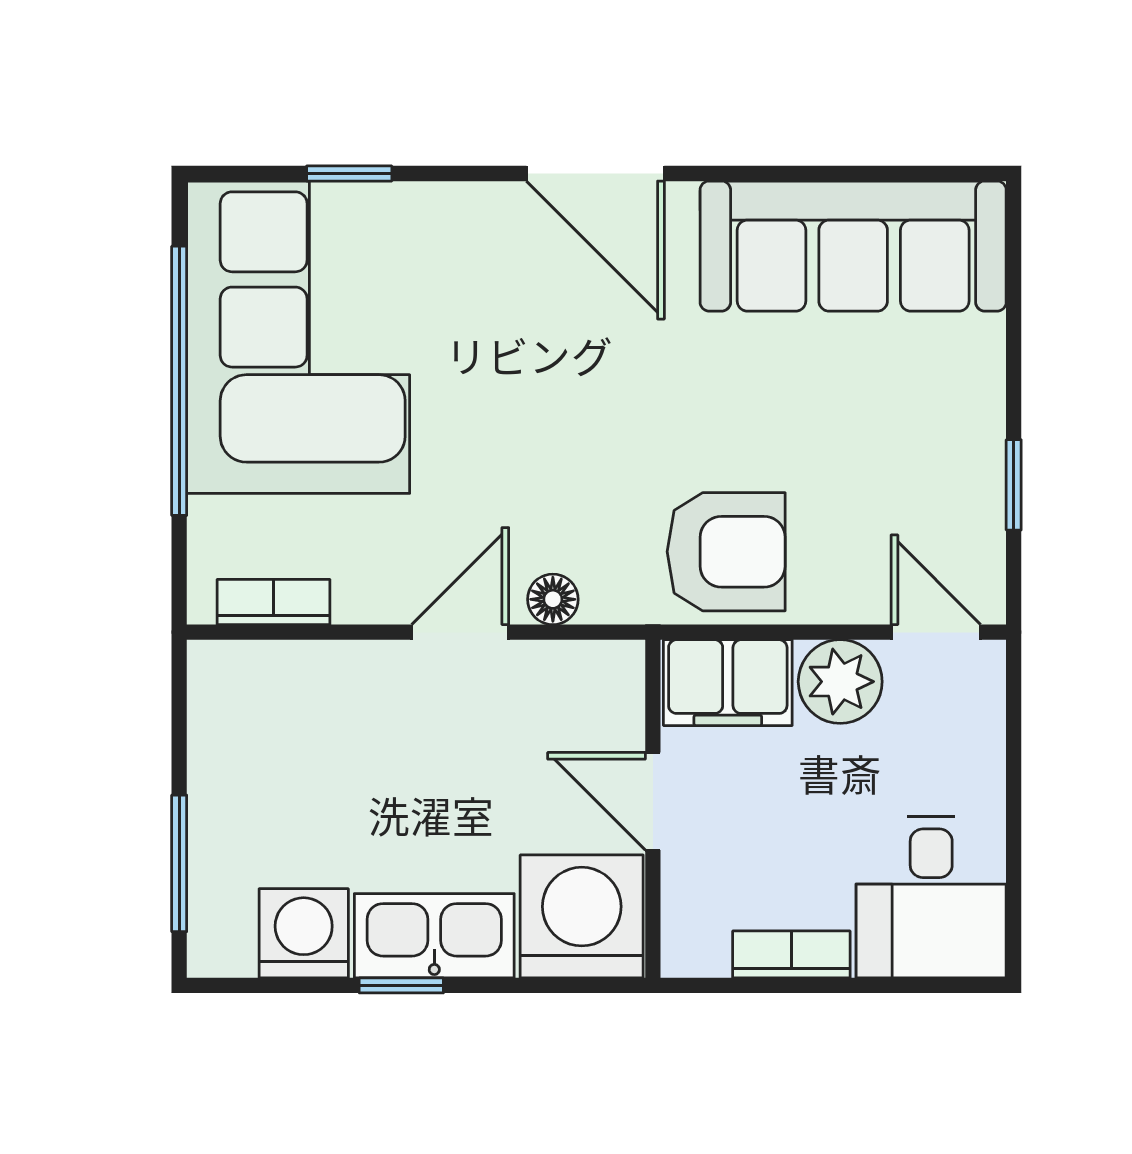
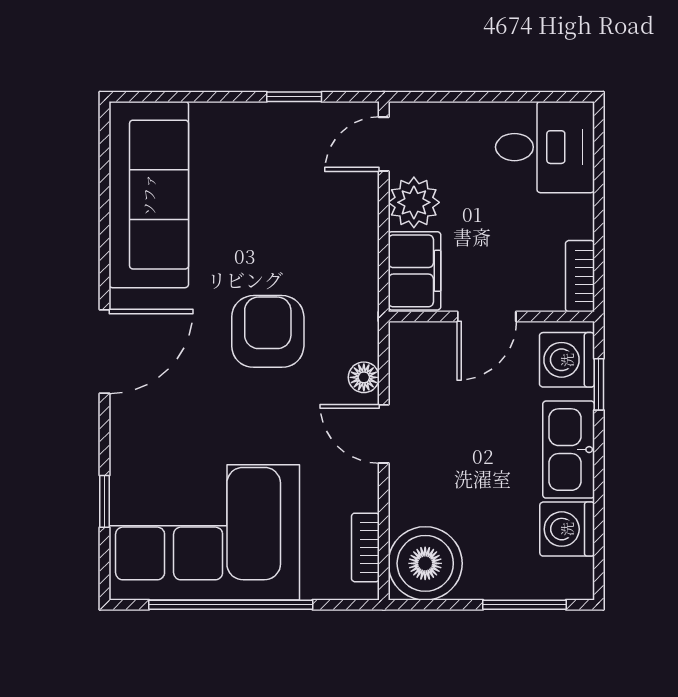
armchair: (726, 552) -> (268, 331), moved
boiler: (247, 700) -> (425, 563), added
washing machine: (582, 916) -> (567, 360), width x0.73, depth x0.73
bookcase: (791, 954) -> (580, 276), moved
window: (401, 985) -> (599, 384), moved

